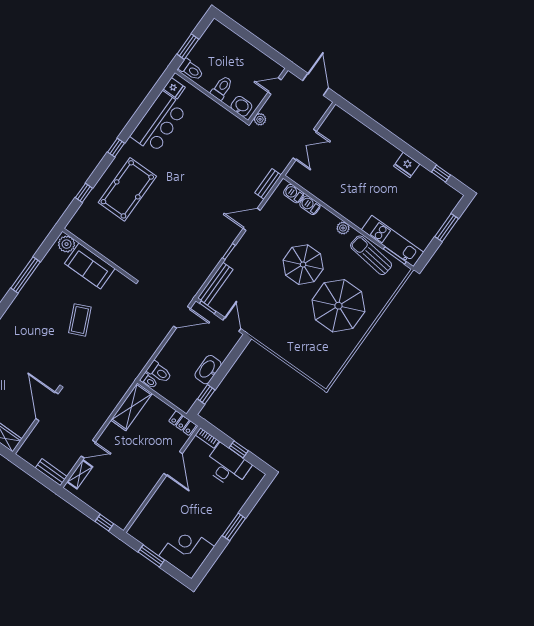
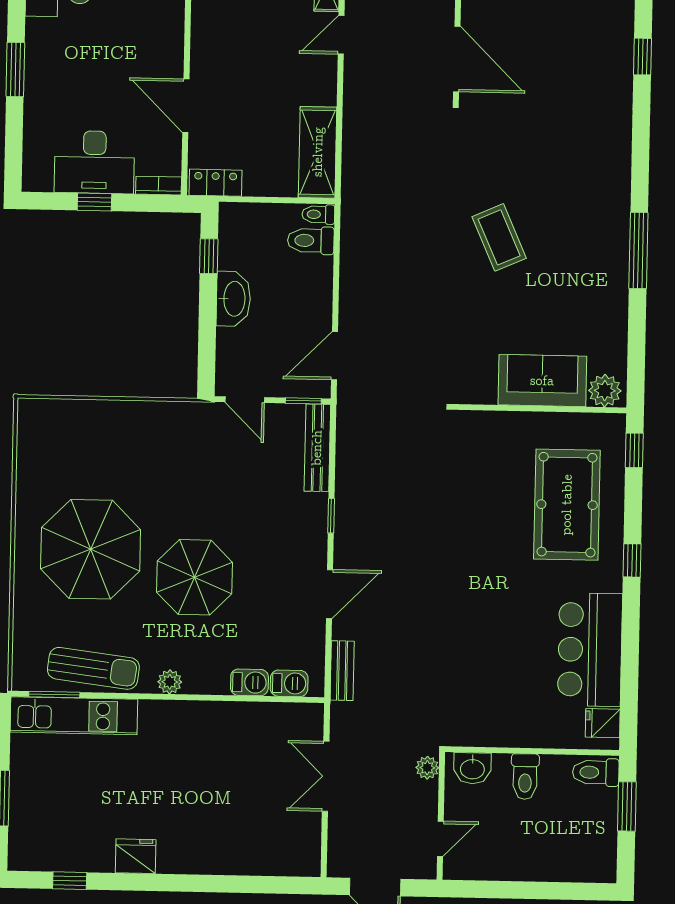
plant: (67, 244) -> (605, 391), moved
wall: (99, 255) -> (539, 409), moved
sofa: (90, 266) -> (542, 381), moved

